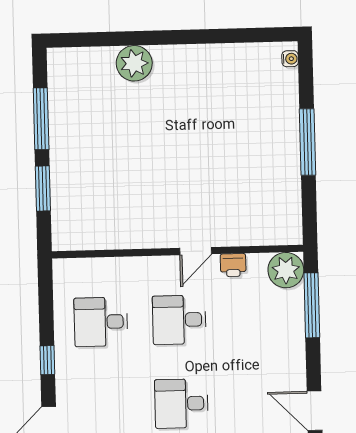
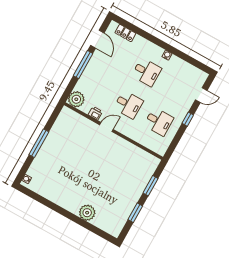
window: (41, 119) -> (135, 213), width x0.69
window: (312, 305) -> (83, 65), moved

